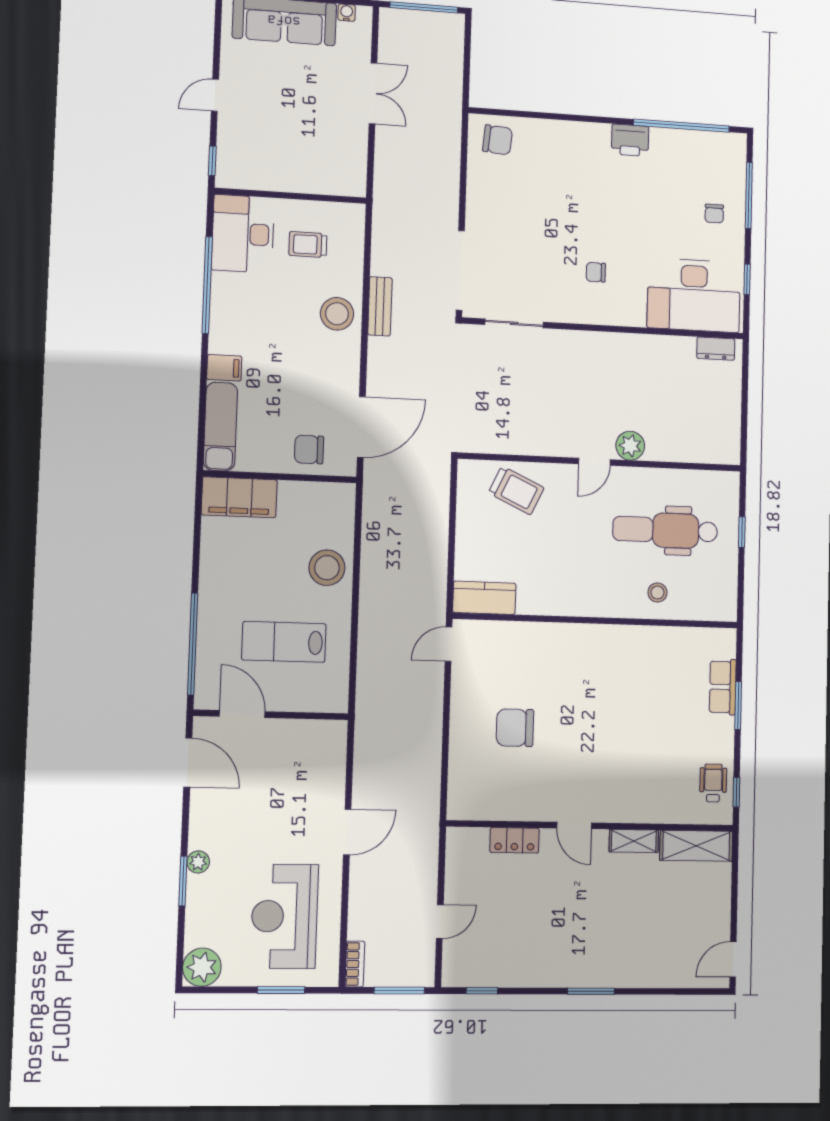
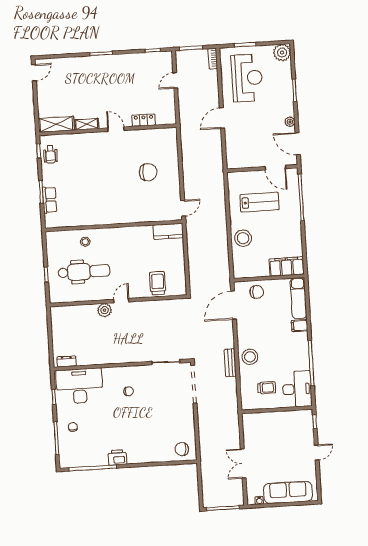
trolley: (516, 490) -> (158, 283), turned 65
plant: (198, 862) -> (290, 122), moved

